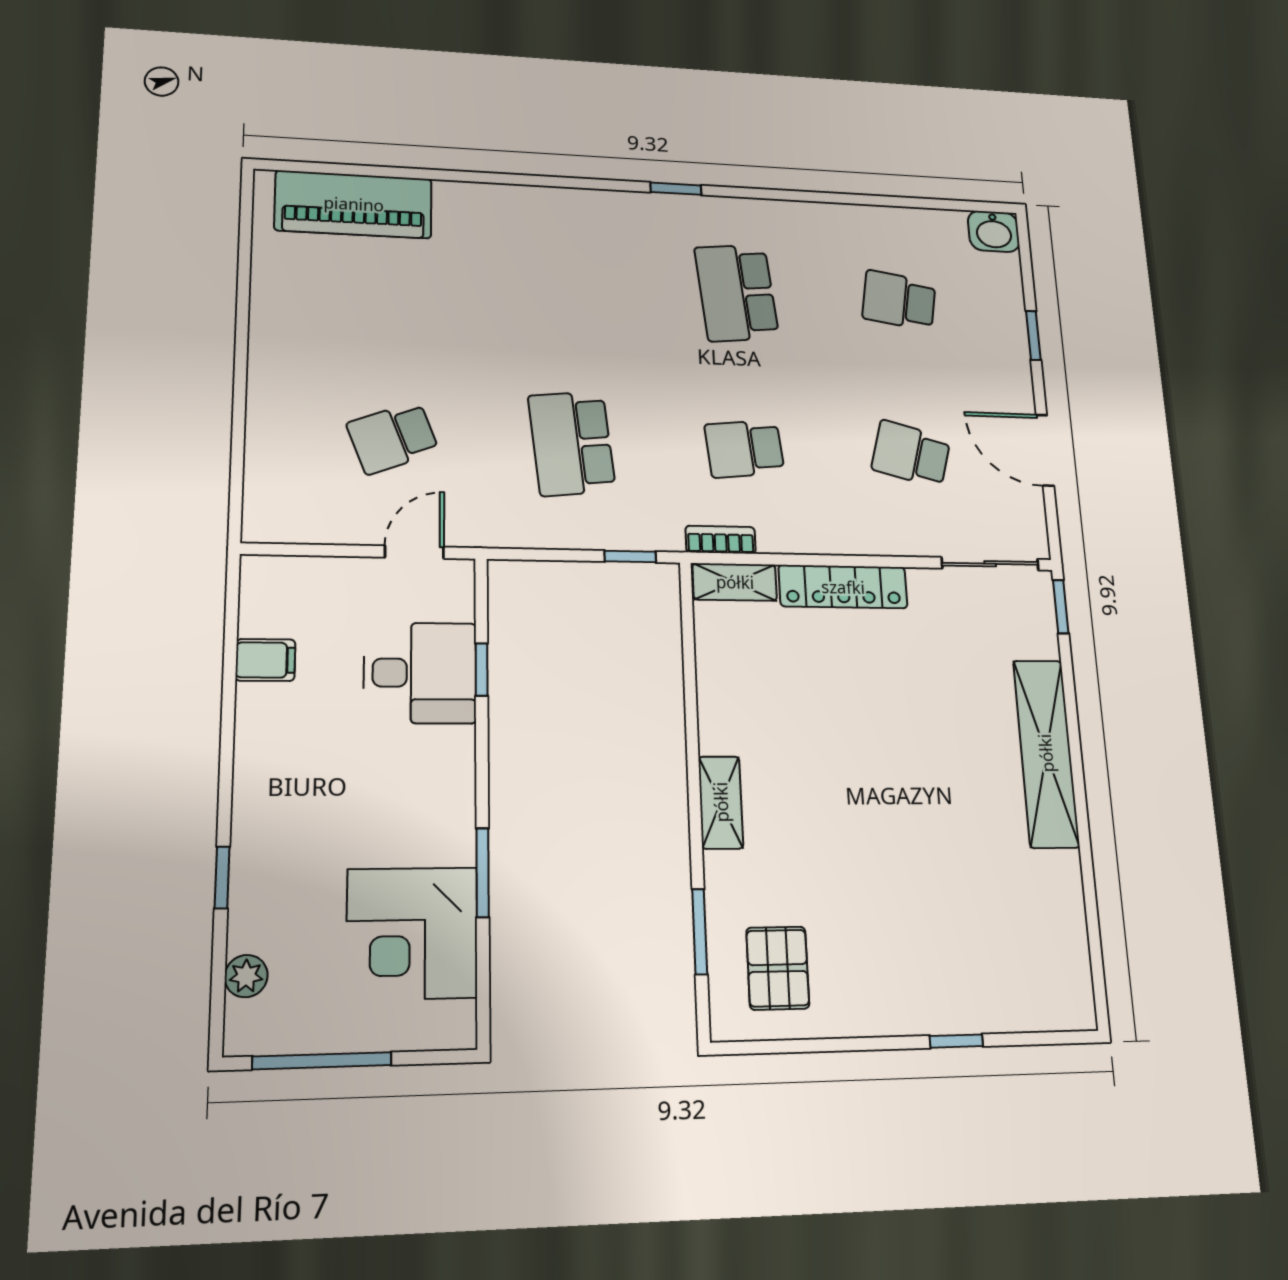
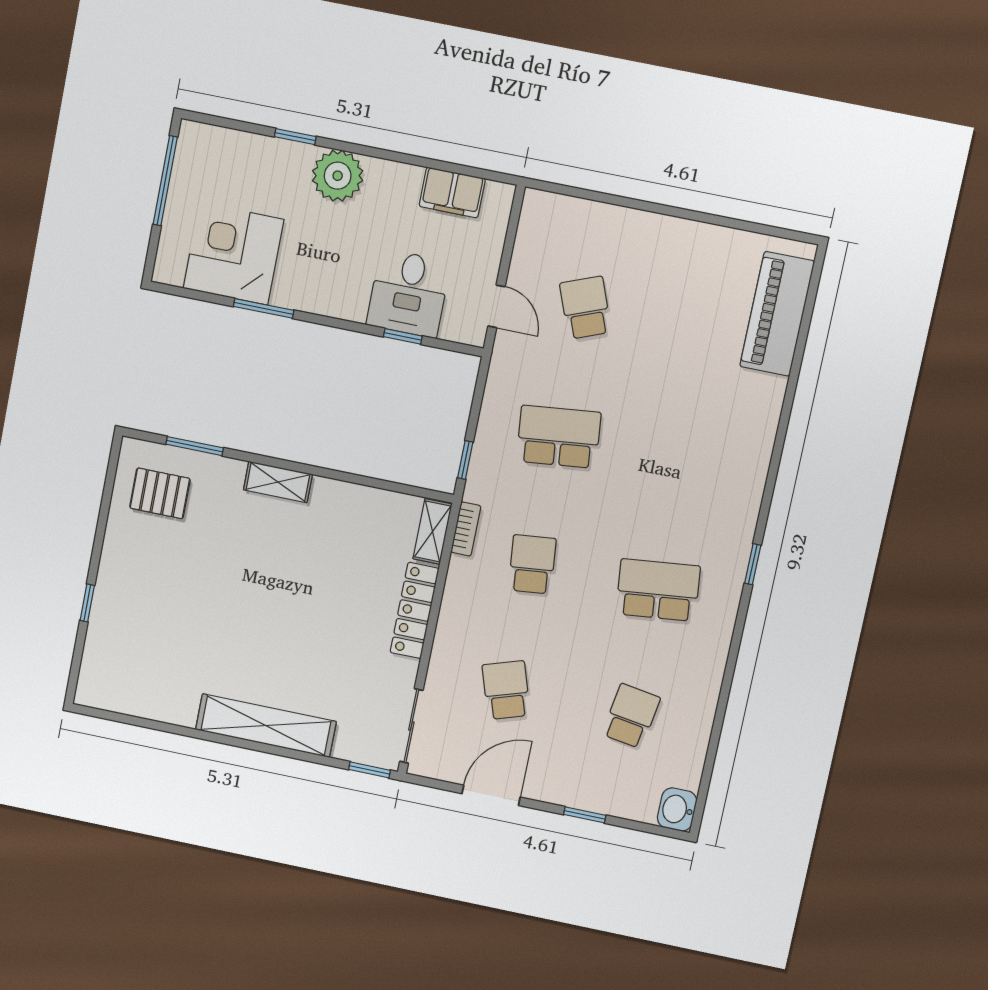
school desk: (911, 454) -> (506, 690), turned -33
filing cabinet: (265, 660) -> (452, 192), width x2.00
plant: (246, 976) -> (338, 176), moved, width x1.87, depth x1.87

